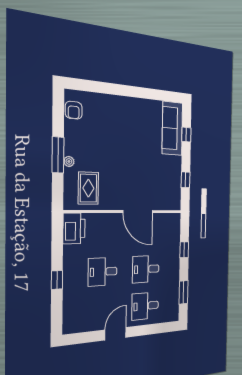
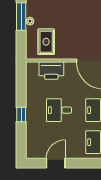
printer: (74, 228) -> (51, 71), moved, turned 90
door: (116, 334) -> (56, 163), moved

